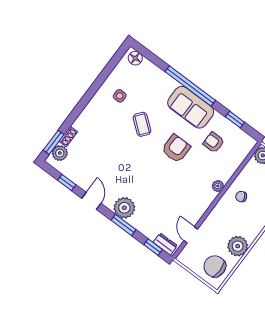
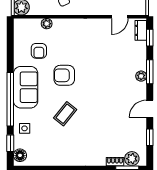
side table: (120, 96) -> (25, 128), moved
window: (235, 120) -> (10, 143), moved
plant: (218, 186) -> (47, 24), moved
plant: (124, 208) -> (141, 76), width x0.53, depth x0.53

